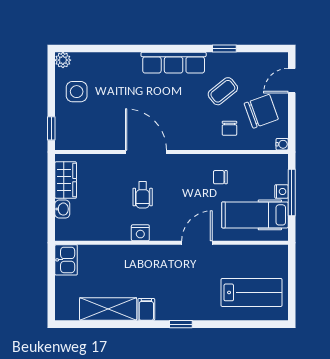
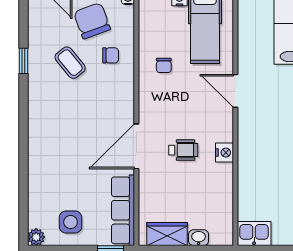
row of seats: (174, 63) -> (123, 210), moved, turned 180

